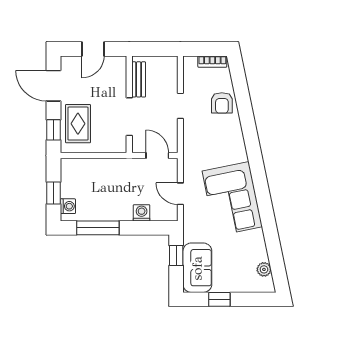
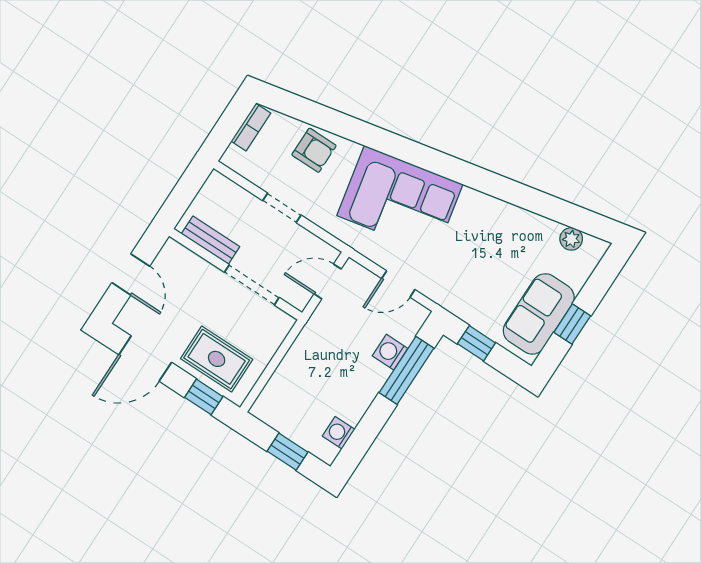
corner sofa: (232, 199) -> (400, 200), moved
washing machine: (68, 206) -> (339, 433), moved, turned -90
window: (98, 228) -> (406, 370), moved
sofa: (197, 268) -> (539, 314), moved, turned -90

